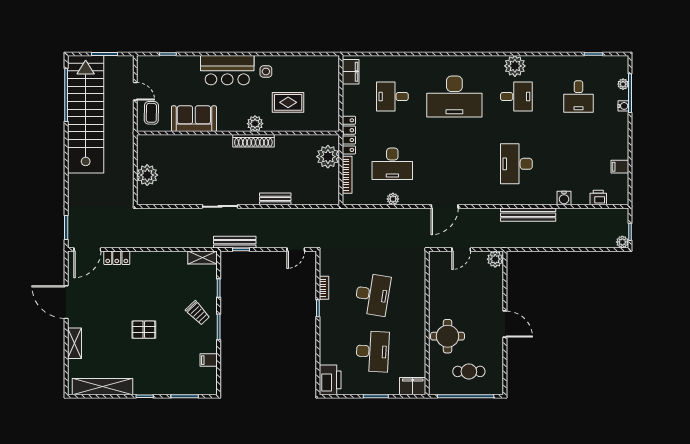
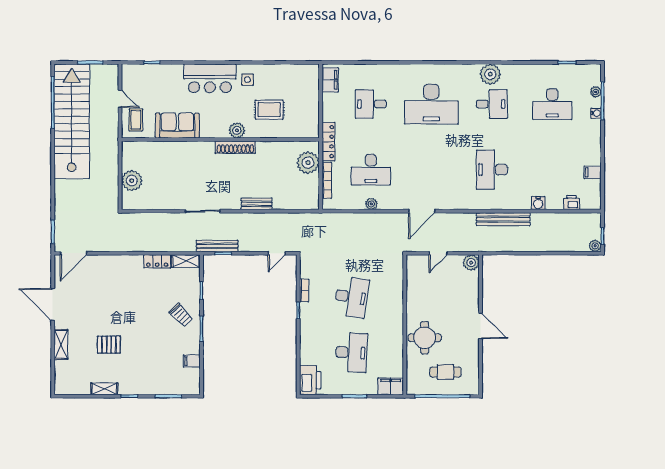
desk: (578, 97) -> (552, 104), width x1.37
locker: (117, 258) -> (157, 261), moved
pallet: (144, 330) -> (109, 345), moved
shelving: (103, 387) -> (104, 389), width x0.45, depth x0.75

